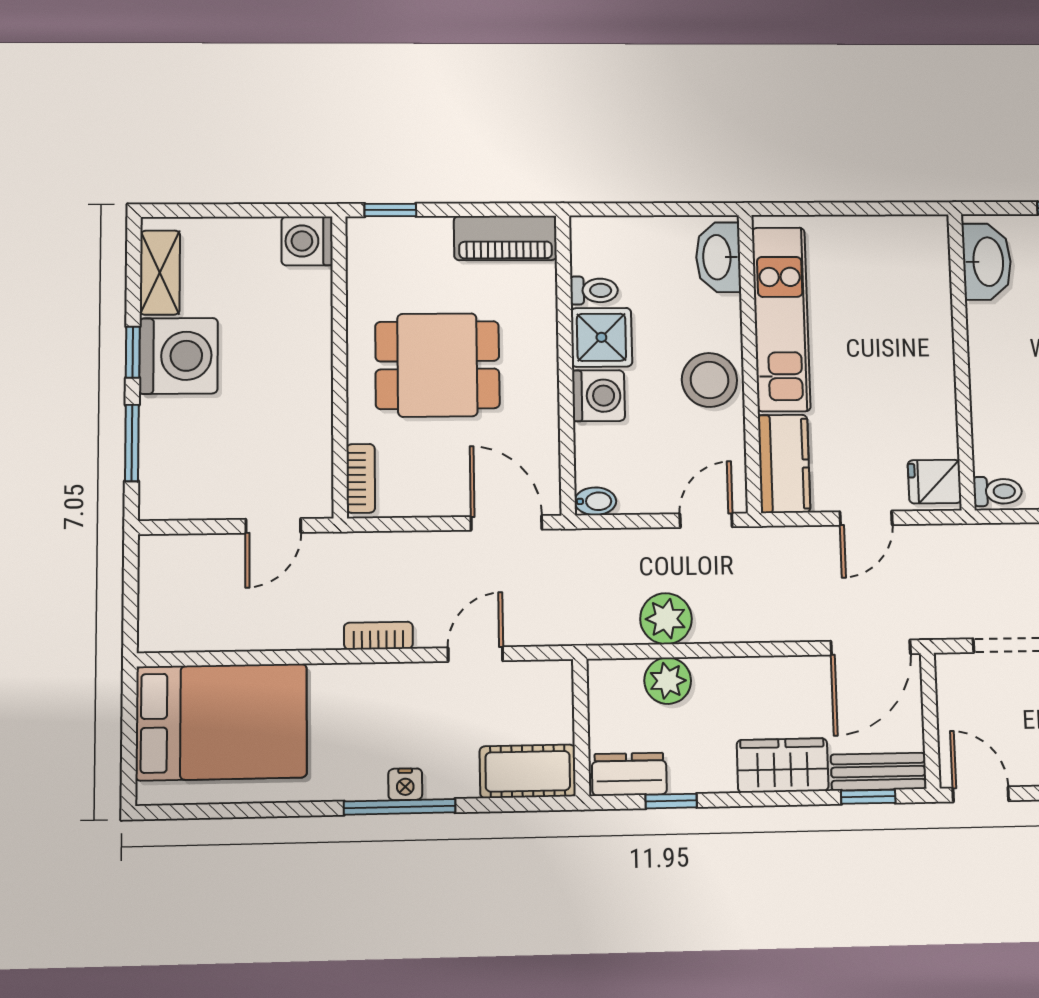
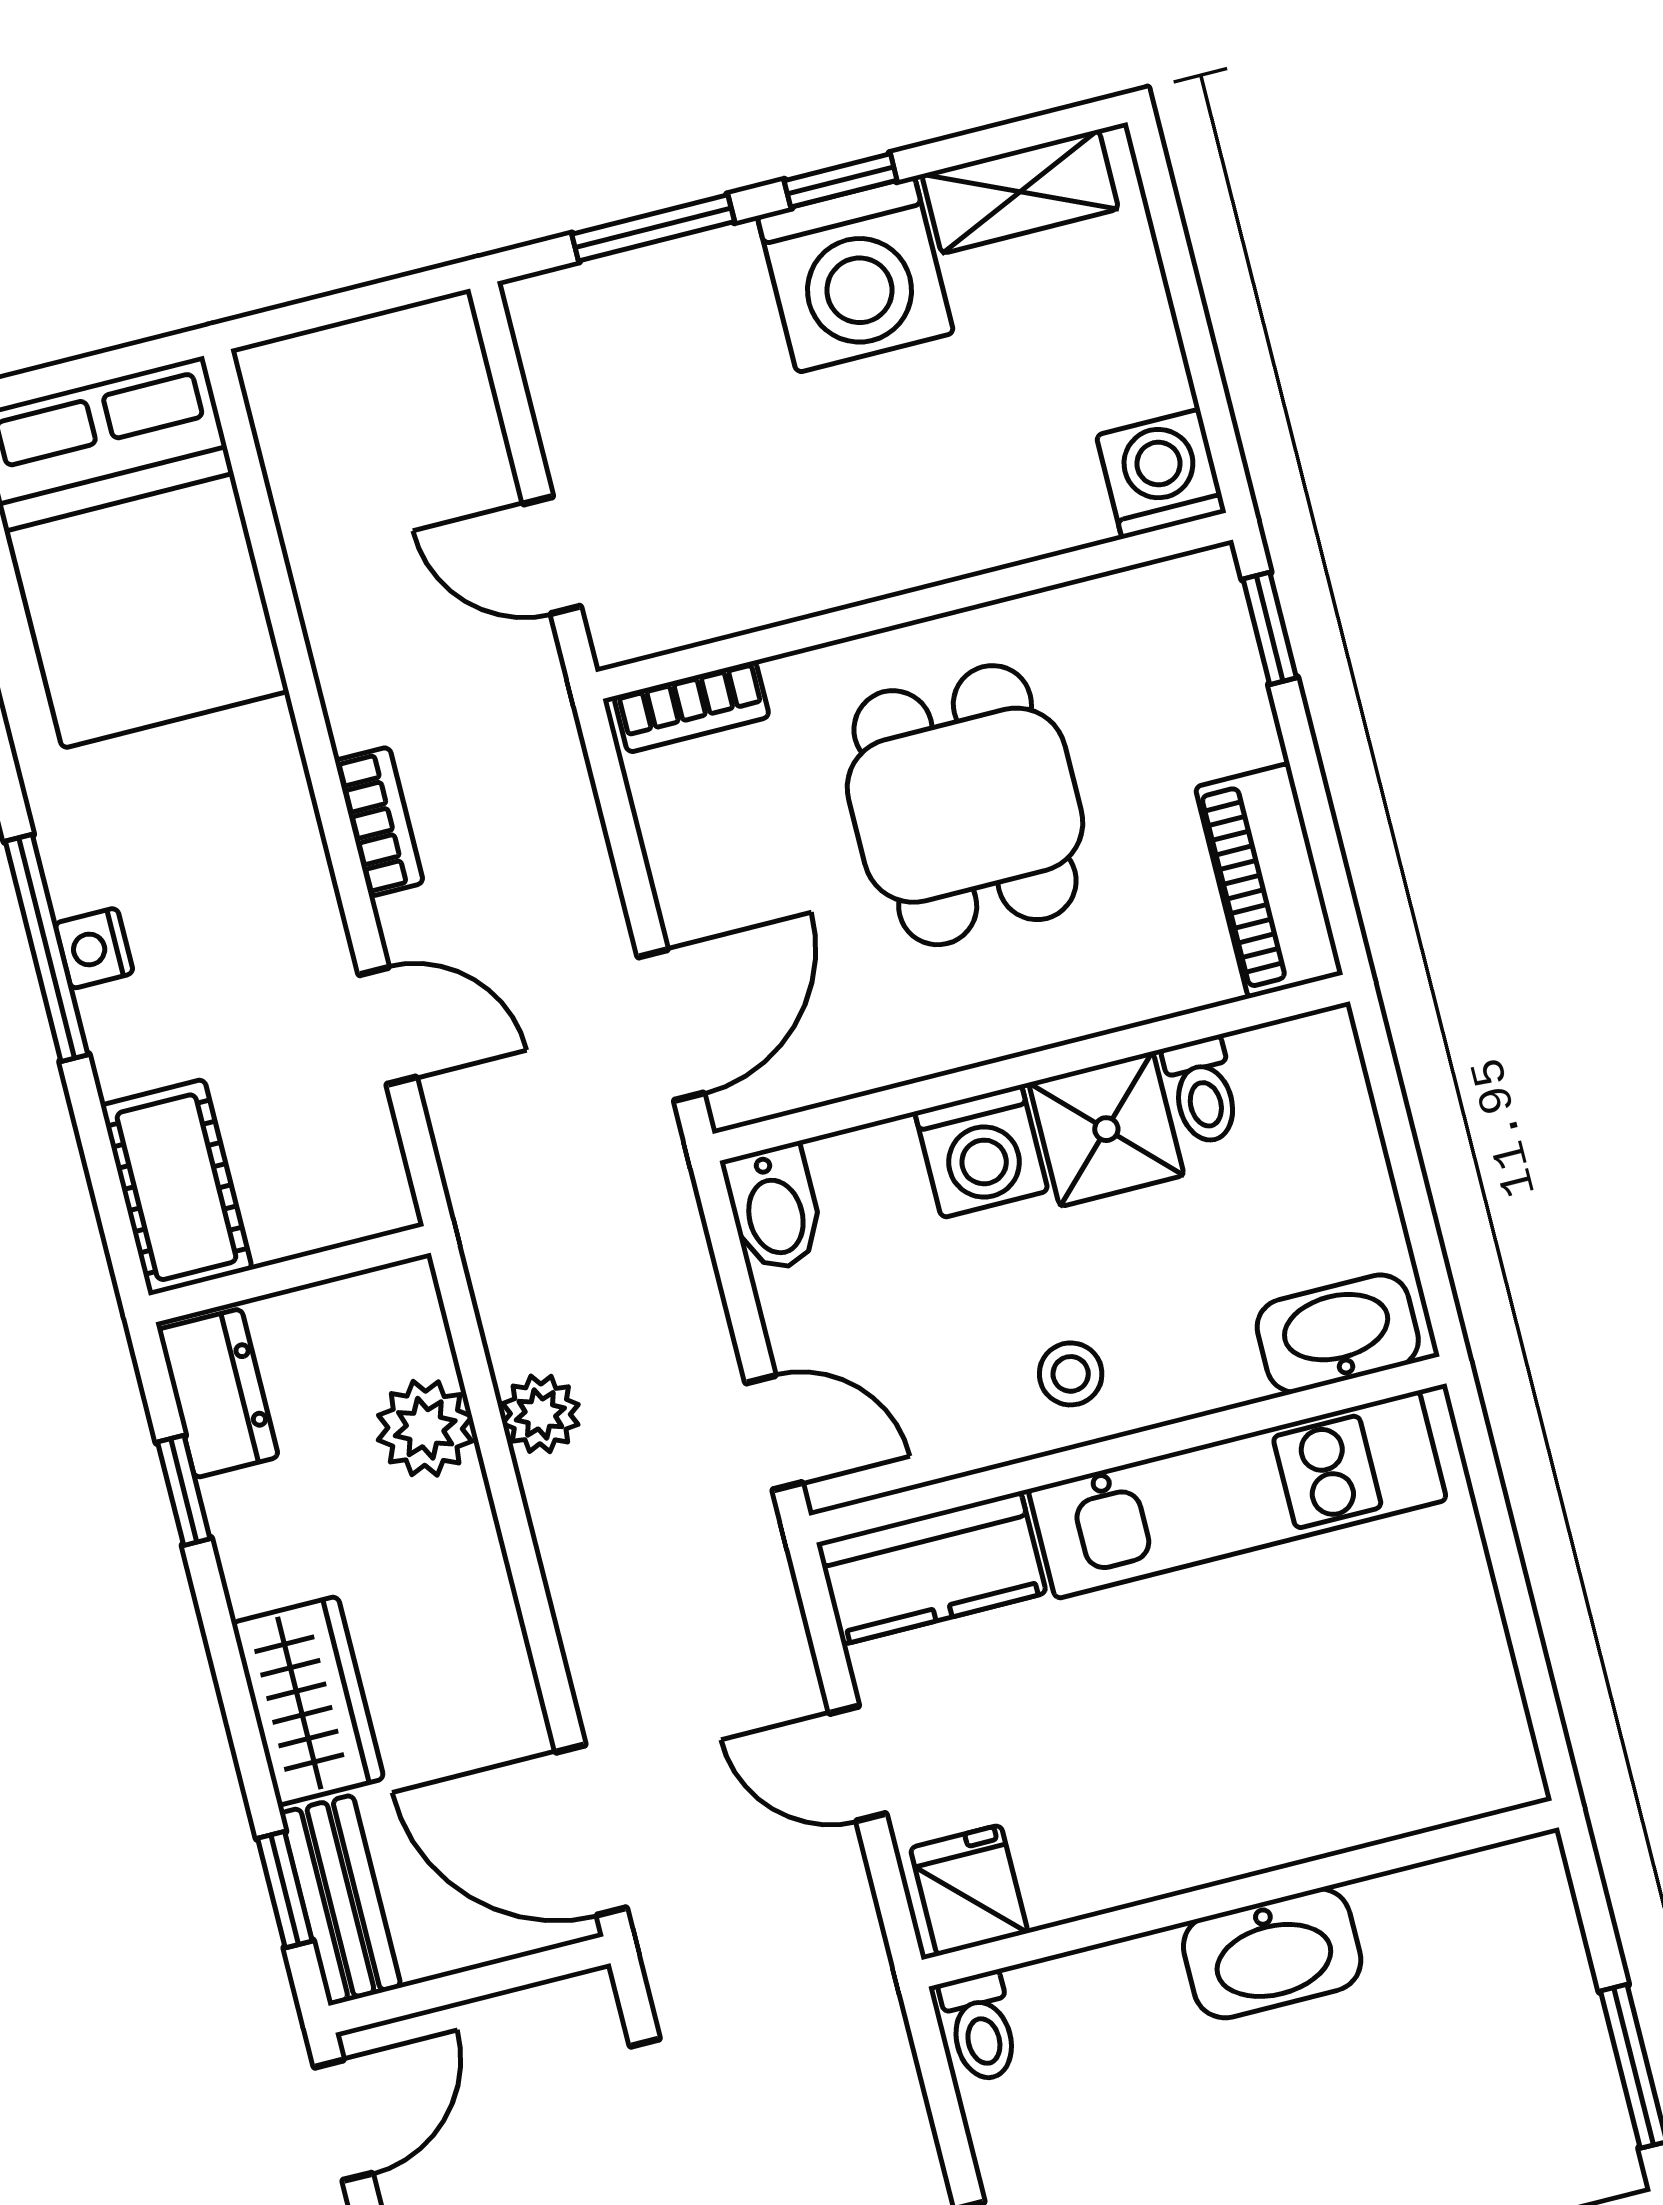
washbasin: (987, 262) -> (1272, 1953), moved
stool: (709, 380) -> (1071, 1374), width x0.53, depth x0.53
bidet: (595, 501) -> (774, 1208), width x1.38, depth x1.36
plant: (666, 619) -> (540, 1414), width x0.73, depth x0.73

